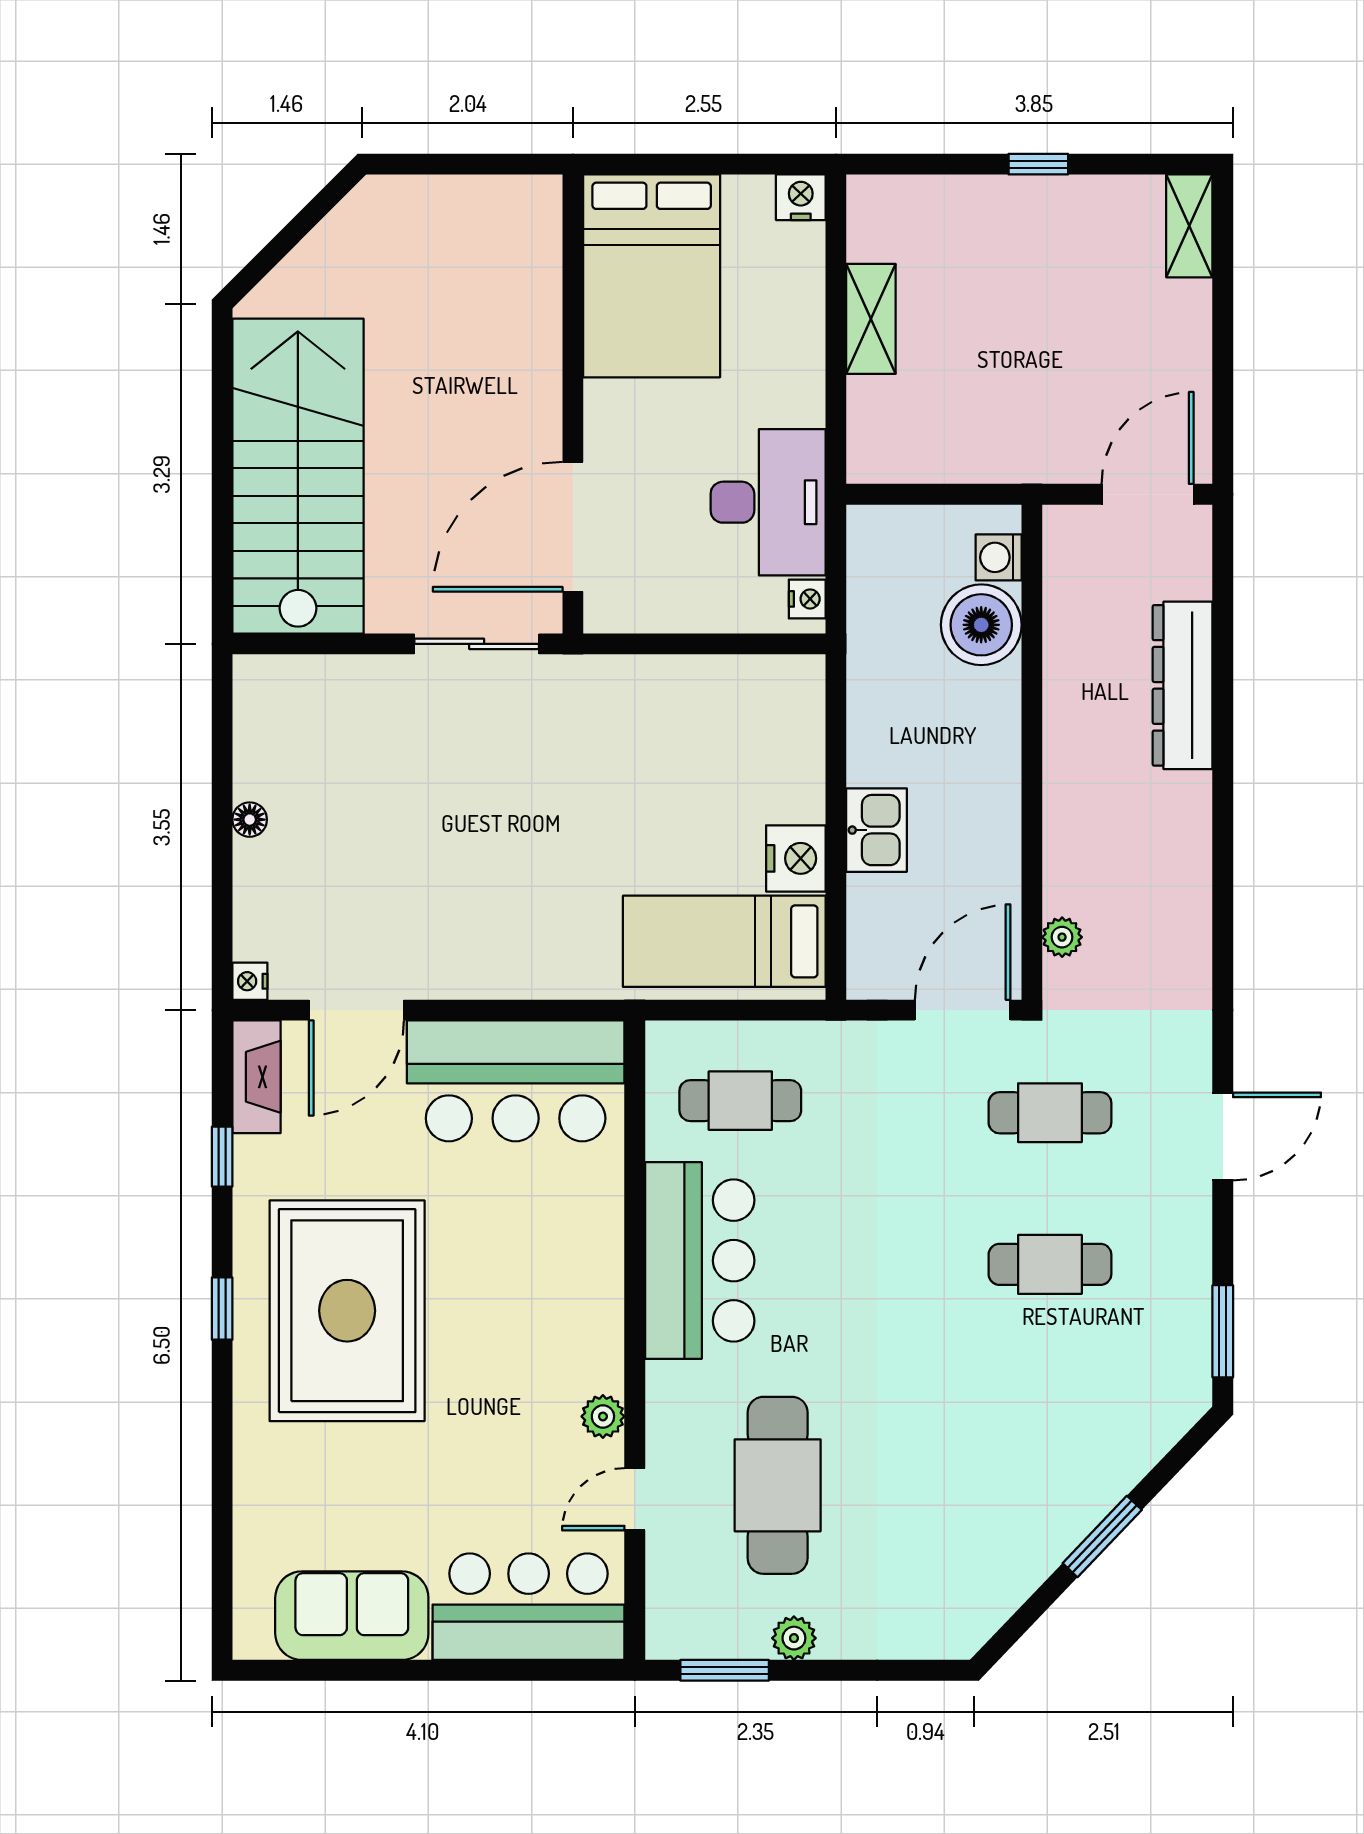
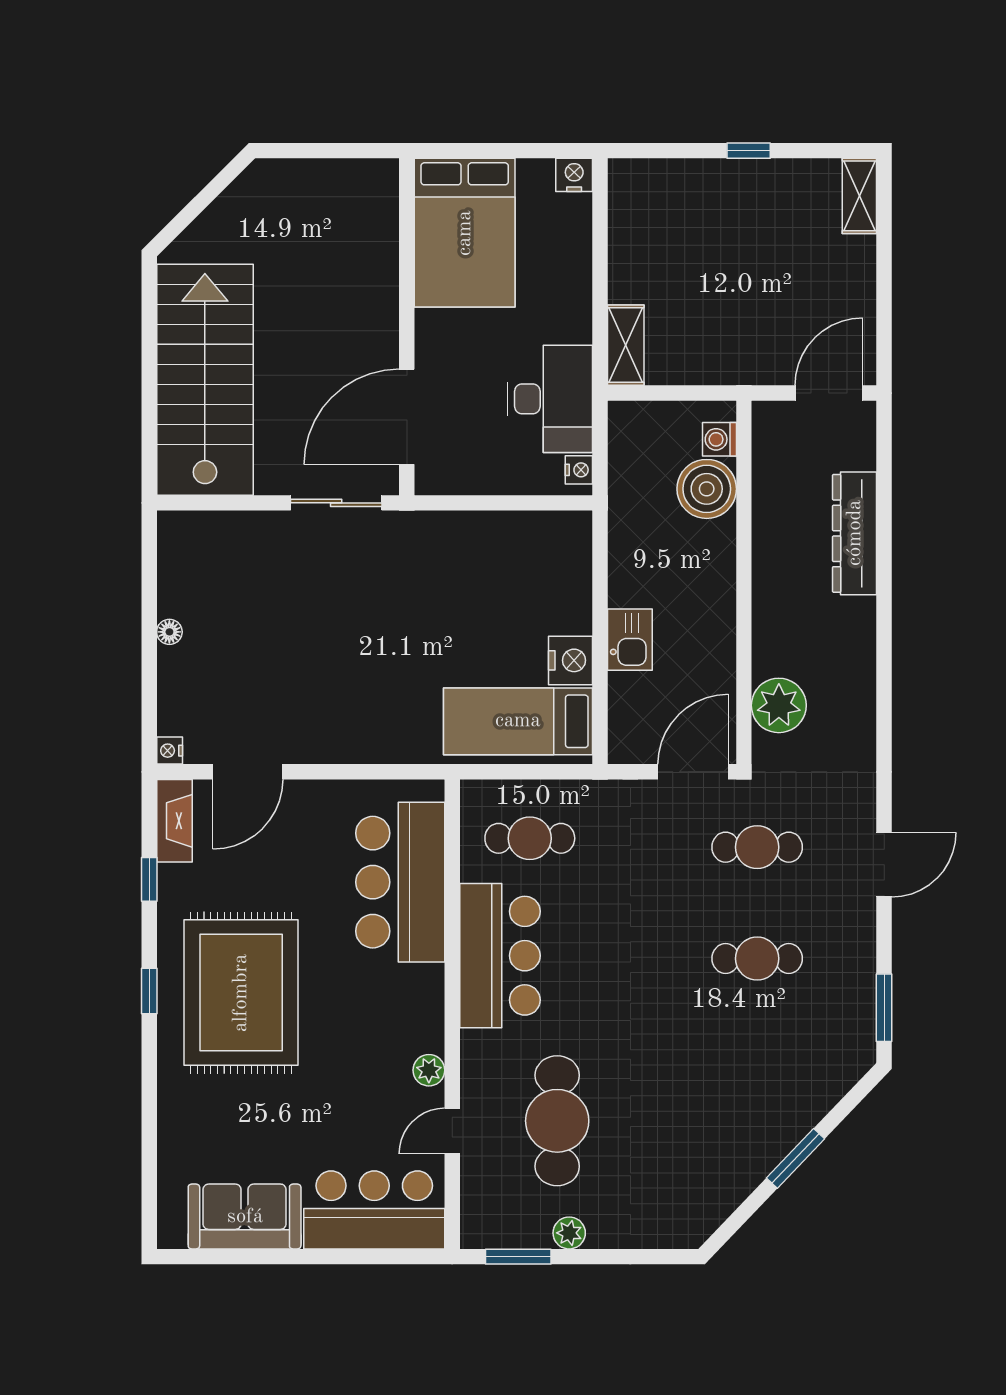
shelving: (871, 319) -> (626, 345), moved
plant: (1062, 937) -> (779, 705), width x1.88, depth x1.88
bar counter: (516, 1081) -> (400, 882), moved, turned 90

